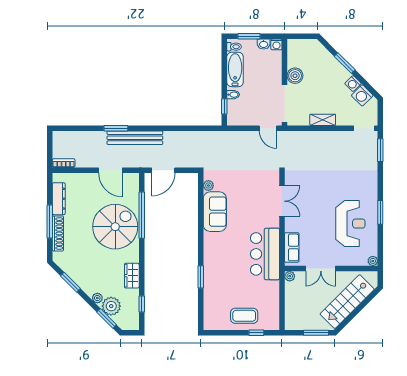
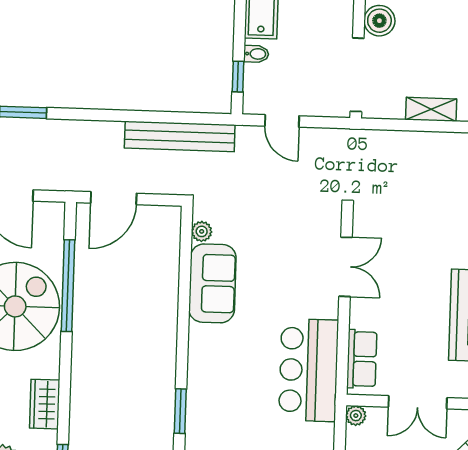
door: (268, 128) -> (282, 121), moved
bench: (135, 138) -> (180, 136), moved

